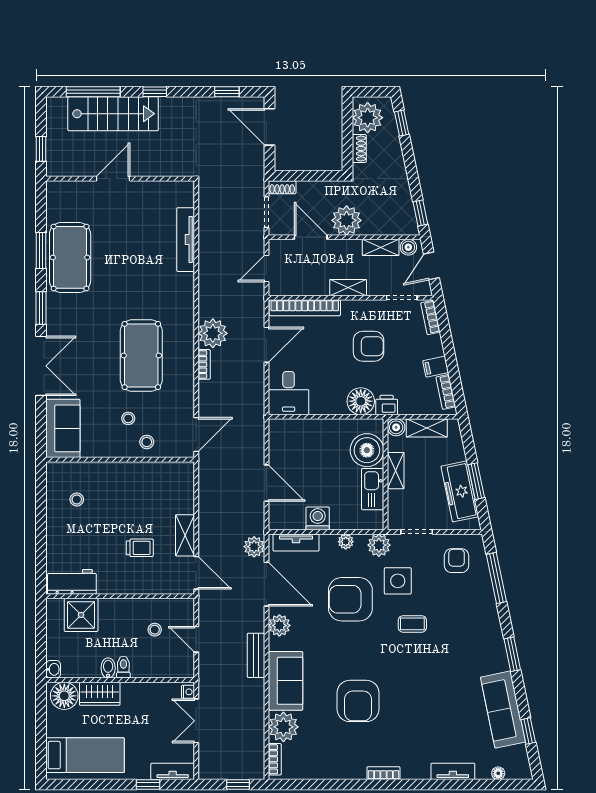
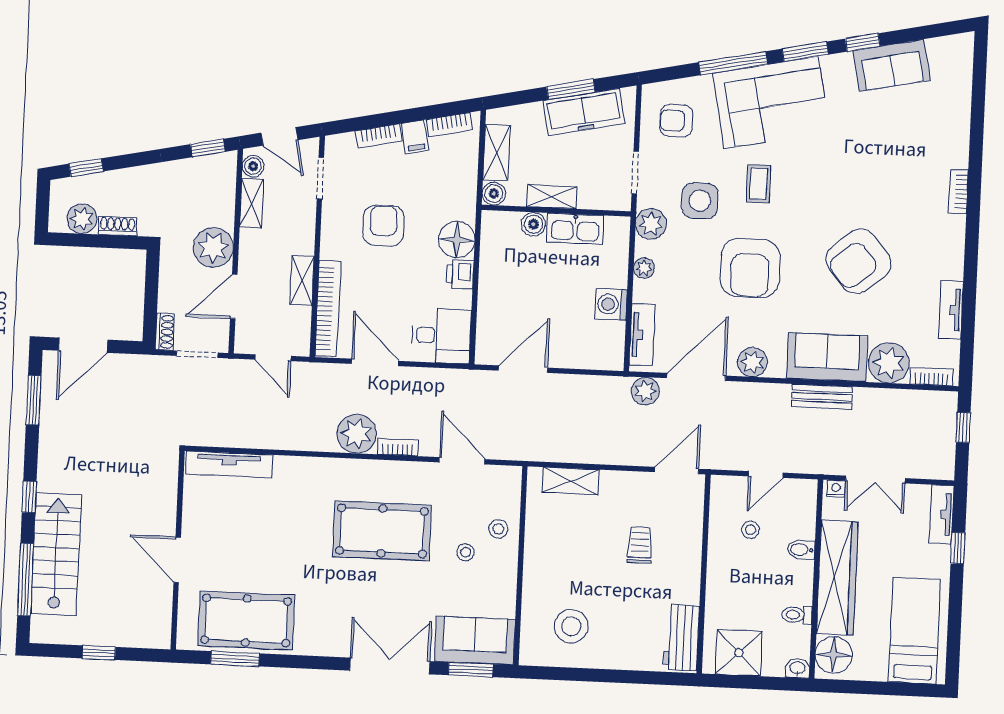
window: (227, 92) -> (34, 400), width x1.50
plant: (368, 118) -> (82, 219), width x0.73, depth x0.73
door: (113, 179) -> (177, 560), moved
wall: (120, 179) -> (178, 550), moved
shelving: (348, 288) -> (302, 281), moved
window: (41, 308) -> (471, 670), moved
bookcase: (430, 317) -> (379, 136), moved
printer: (387, 405) -> (460, 274), moved
door: (196, 434) -> (462, 461), moved
boiler: (367, 450) -> (533, 224), width x0.54, depth x0.54
door: (266, 483) -> (523, 369), moved
stool: (77, 500) -> (571, 626), width x1.89, depth x1.89
shelving: (185, 535) -> (571, 481), moved
window: (496, 578) -> (733, 63), moved
armchair: (350, 599) -> (750, 268), moved
shower: (81, 615) -> (739, 653), moved
corner sofa: (473, 631) -> (771, 102), added
bench: (256, 655) -> (822, 397), moved
toilet: (123, 667) -> (797, 615), moved
bidet: (108, 668) -> (801, 550), moved
wardrobe: (100, 694) -> (837, 578), width x2.10, depth x1.17
armchair: (358, 701) -> (858, 261), turned 140
sofa: (503, 710) -> (892, 65), width x0.73
window: (528, 731) -> (863, 42), moved
tv unit: (453, 771) -> (951, 310), moved
bookcase: (383, 773) -> (959, 192), moved
floor lamp: (498, 773) -> (964, 78), removed

